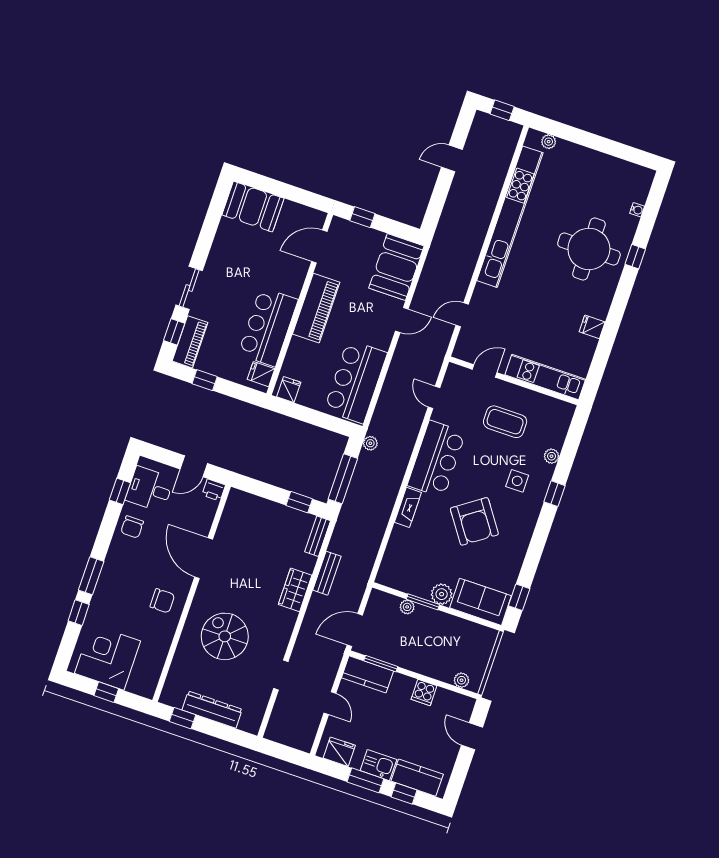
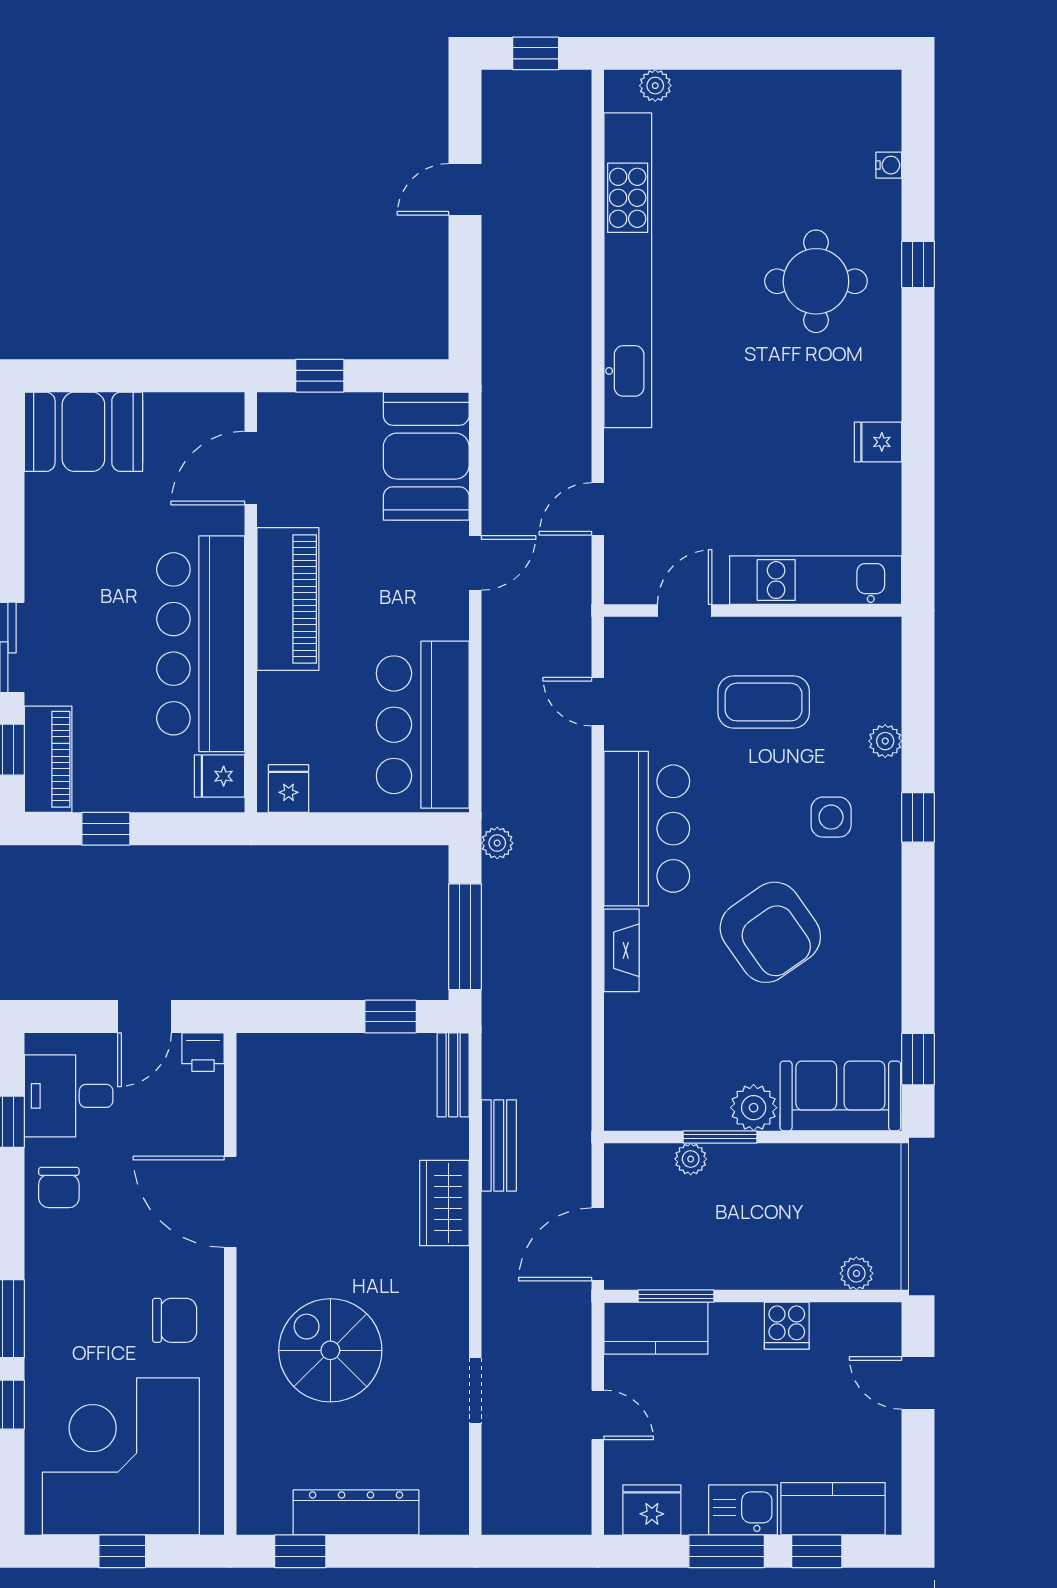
round table: (589, 249) -> (816, 281), width x0.73, depth x0.73
bar counter: (268, 327) -> (201, 644), width x1.36
corner desk: (108, 657) -> (121, 1456), width x1.36, depth x1.36

